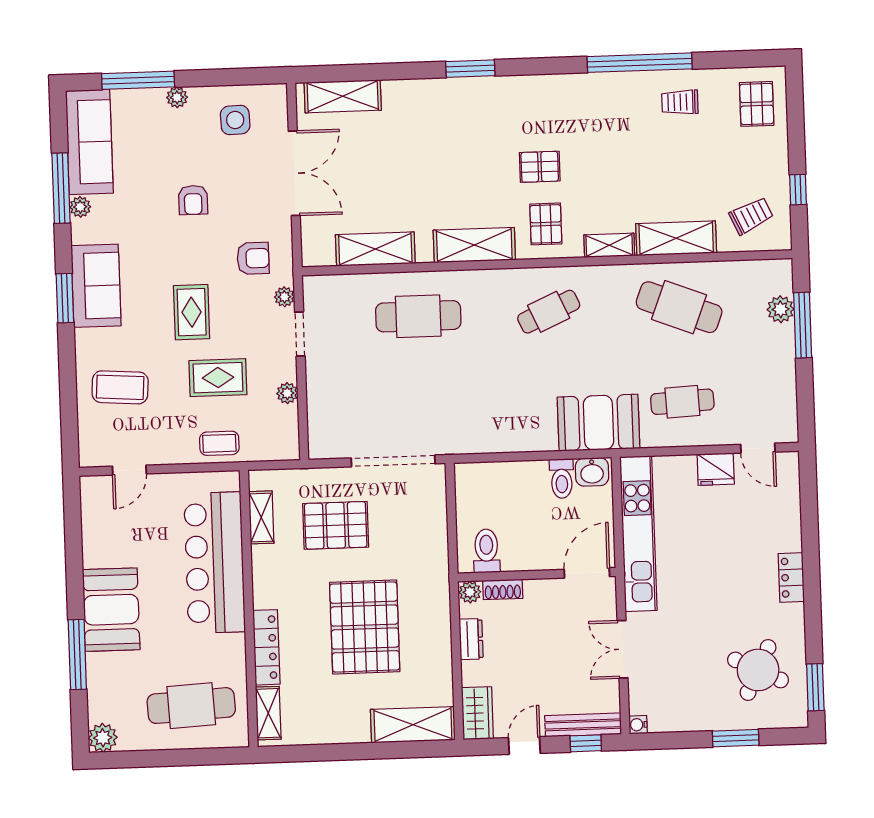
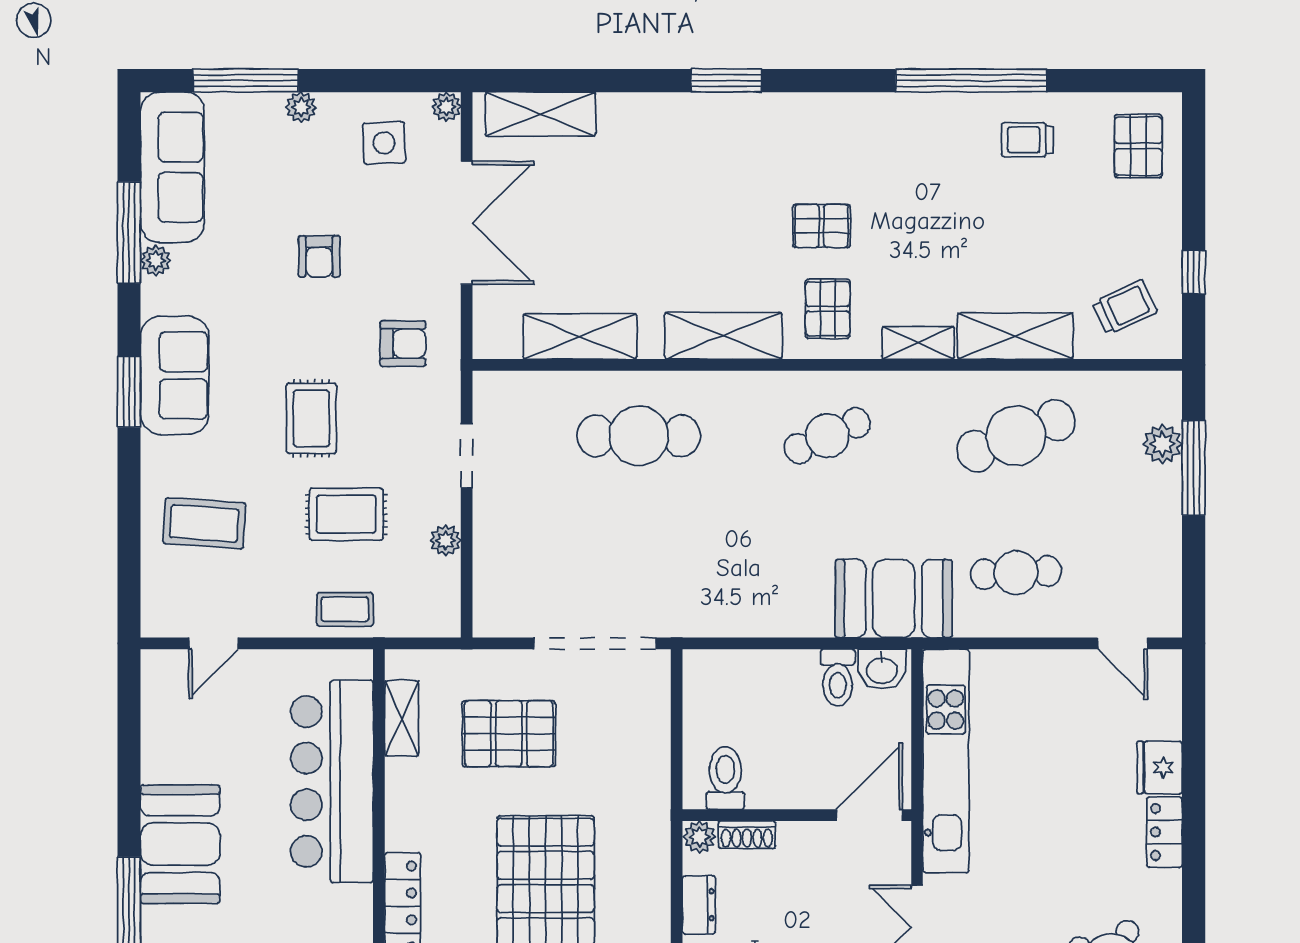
plant: (284, 297) -> (446, 107), moved
cafe table: (679, 307) -> (1016, 436), turned -42
fridge: (716, 469) -> (1160, 767), moved, turned 90

